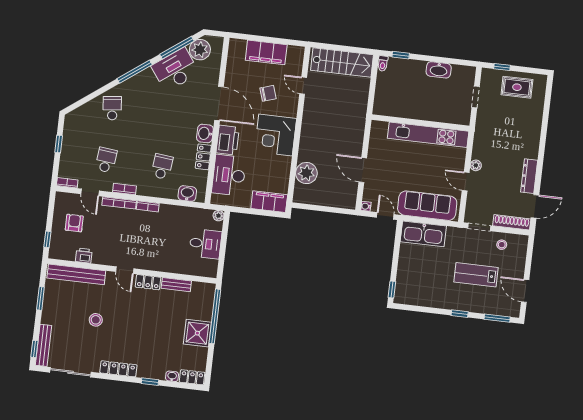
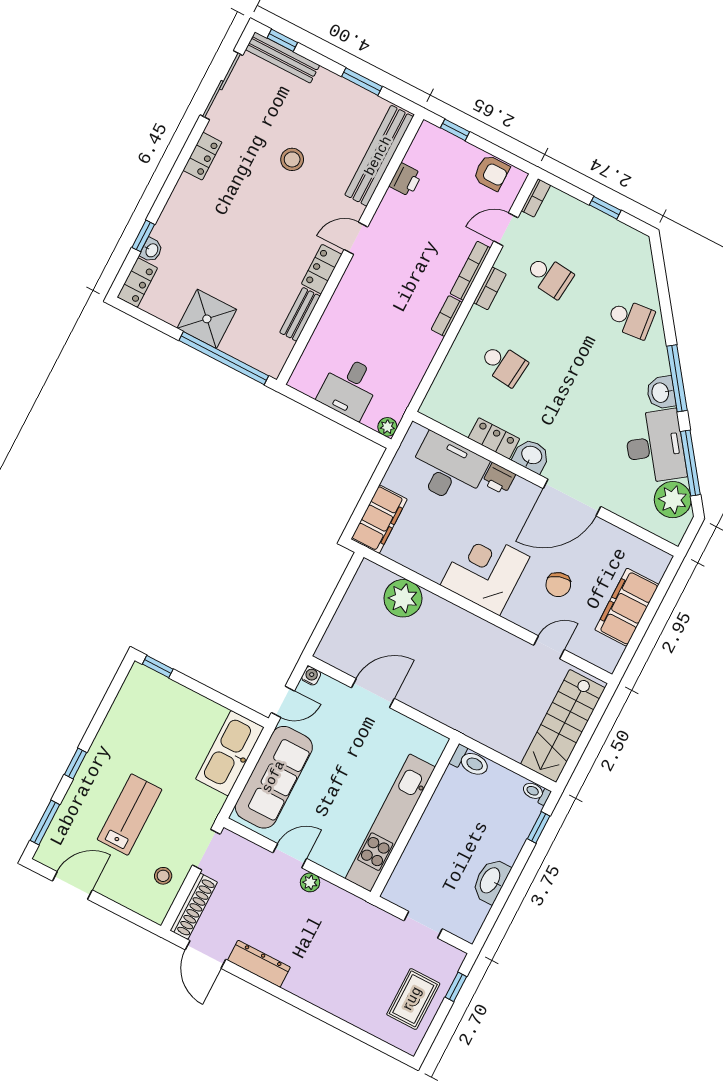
toilet: (380, 105) -> (470, 762), added
printer: (228, 140) -> (499, 479), width x0.53, depth x0.68
washbasin: (187, 194) -> (661, 393), moved, turned 144
armchair: (74, 223) -> (491, 173), moved
locker: (118, 369) -> (202, 156), width x0.66
window: (150, 382) -> (143, 236), moved

